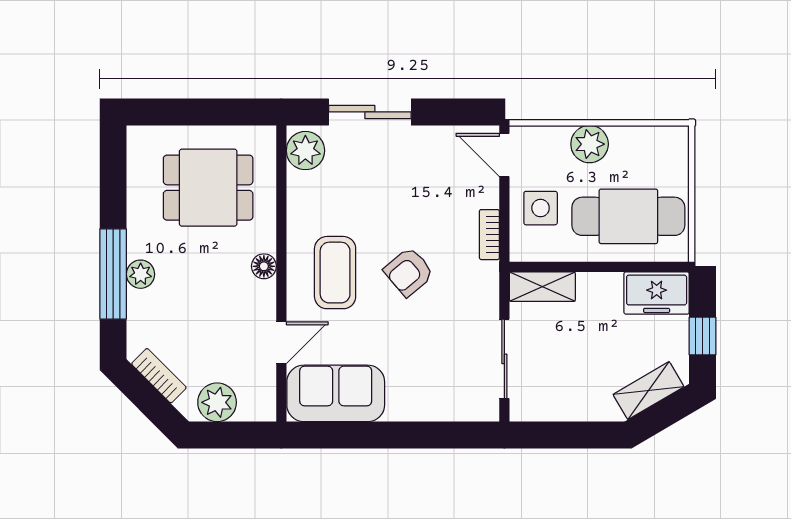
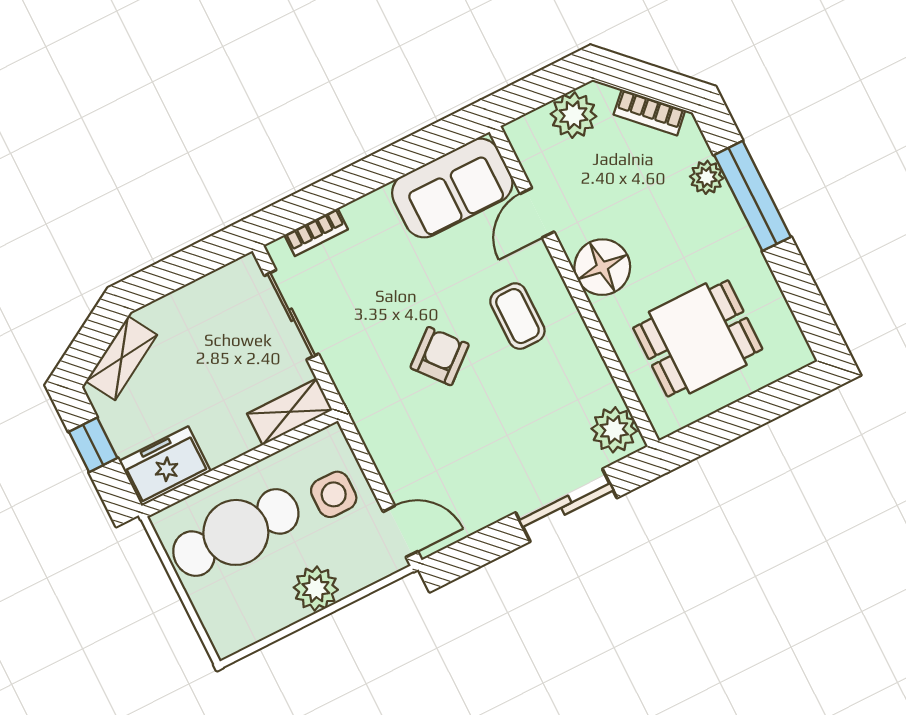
bookcase: (489, 235) -> (316, 232), moved, turned 90
floor lamp: (264, 266) -> (602, 267), width x1.89, depth x1.89
coffee table: (335, 273) -> (517, 316), width x0.73, depth x0.77
plant: (141, 274) -> (707, 177), moved

